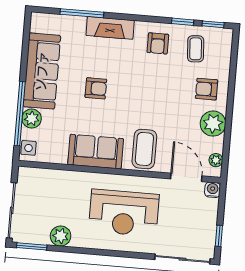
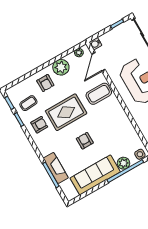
fireplace: (110, 28) -> (56, 168), moved
rug: (150, 90) -> (66, 112), added
sofa: (96, 152) -> (118, 118), removed

